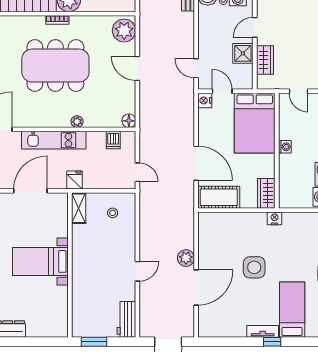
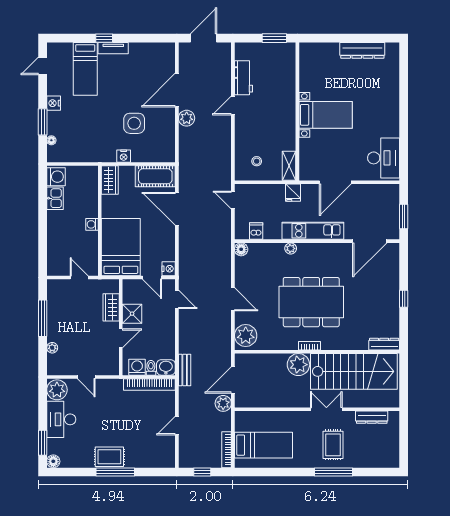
nightstand: (275, 218) -> (124, 156), moved
side table: (254, 267) -> (134, 123), moved
workbench: (126, 319) -> (243, 78), moved

